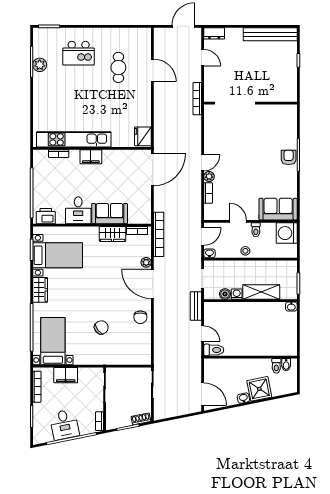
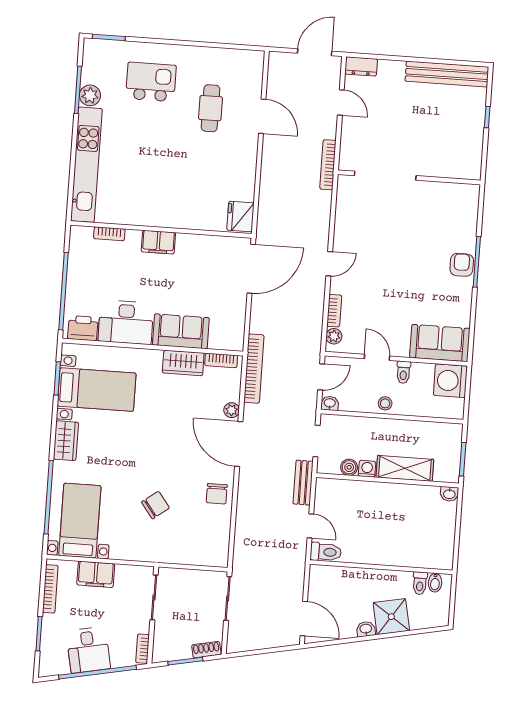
kitchen island: (79, 53) -> (151, 82), turned 180
kitchen unit: (74, 139) -> (86, 165), moved, turned 90
plant: (209, 176) -> (334, 336), moved
desk: (78, 210) -> (126, 322), width x1.37

